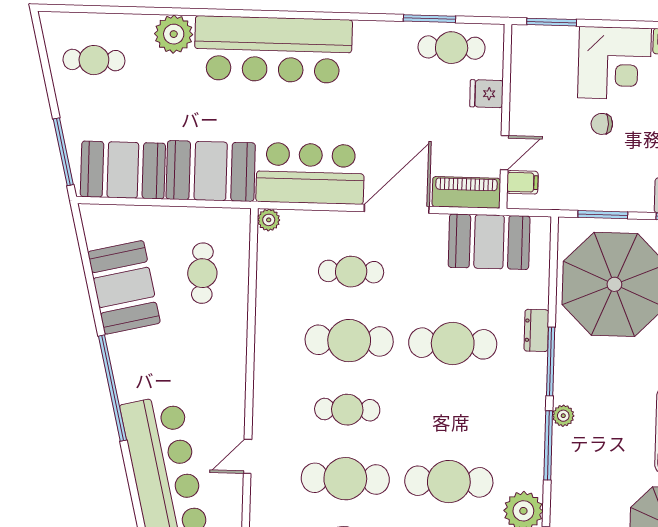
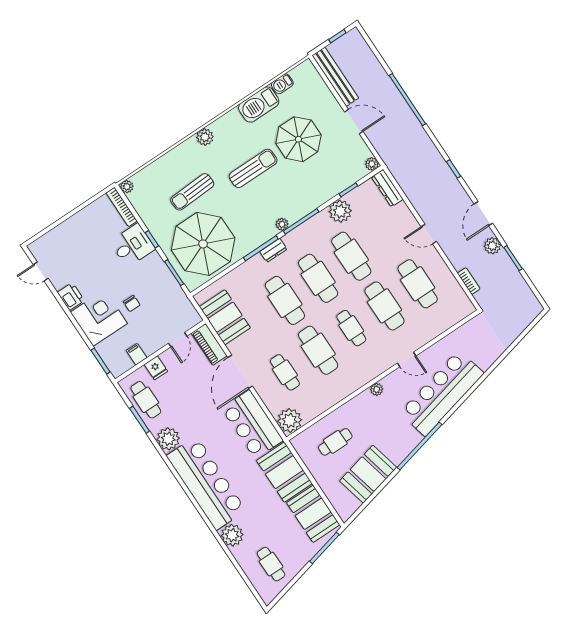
plant: (374, 40) -> (168, 439), added
door: (505, 153) -> (178, 340), swing flipped
filing cabinet: (522, 182) -> (137, 354), moved
door: (397, 209) -> (240, 372), hinge flipped
plant: (269, 220) -> (290, 421), width x1.87, depth x1.87
dresser: (536, 330) -> (273, 250), moved
plant: (235, 384) -> (377, 389), added
cafe table: (451, 413) -> (318, 278), added

